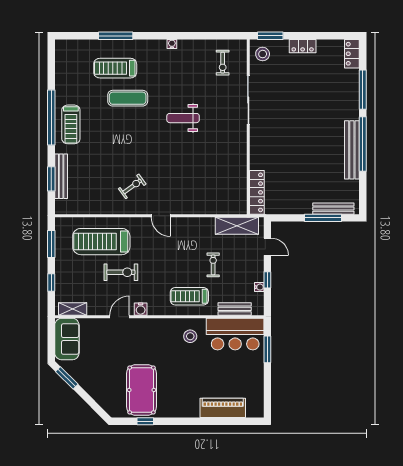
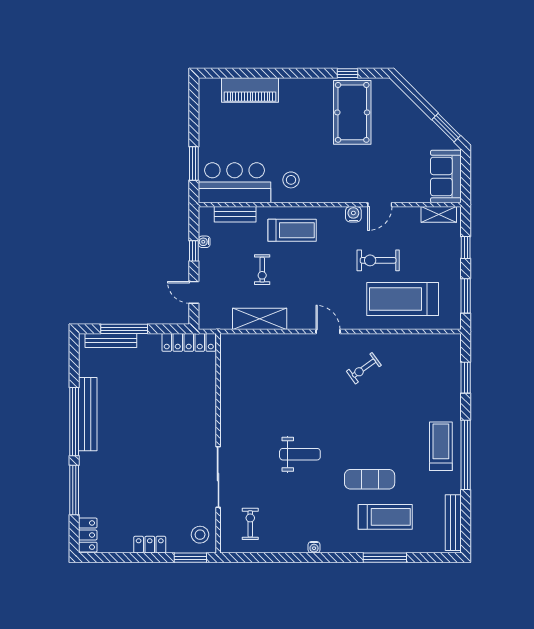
bench: (61, 176) -> (453, 523), moved
locker: (257, 192) -> (189, 342), moved, turned -90
shelving: (237, 226) -> (260, 319), moved
treadmill: (101, 242) -> (403, 299), turned 180

